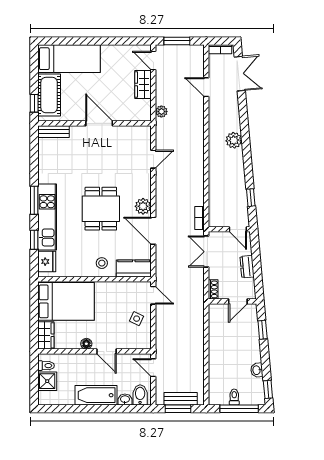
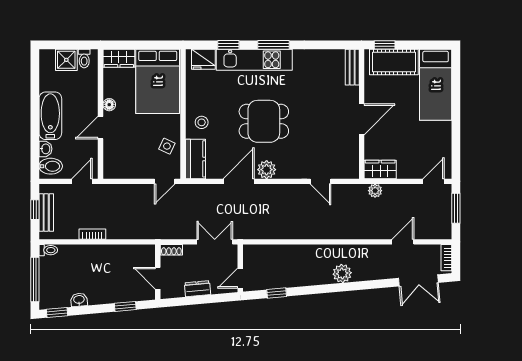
wardrobe: (143, 85) -> (380, 169), moved
bookcase: (199, 218) -> (92, 234), moved
side table: (137, 319) -> (167, 146), moved
toilet: (234, 397) -> (48, 250), moved
window: (178, 409) -> (35, 210), width x0.67

